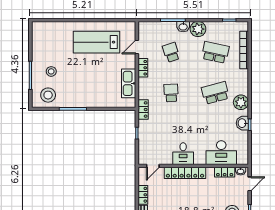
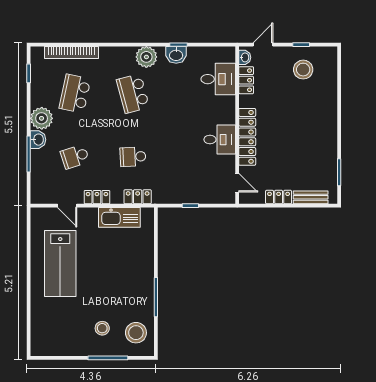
locker: (143, 110) -> (138, 197), moved
desk: (221, 153) -> (218, 79), width x0.73
door: (250, 184) -> (263, 45), hinge flipped

